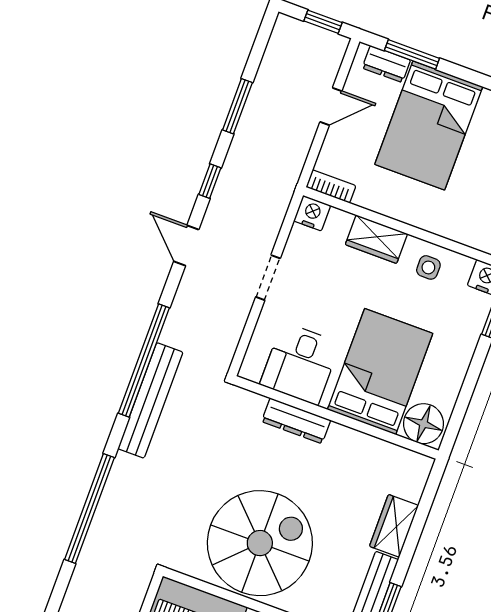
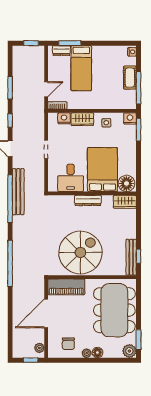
door: (331, 107) -> (46, 89), moved
bed: (429, 126) -> (81, 68), width x0.67
nightstand: (312, 213) -> (64, 118), moved
bench: (150, 400) -> (18, 192), moved
dresser: (296, 421) -> (88, 200), moved
wardrobe: (394, 526) -> (125, 202), moved, turned -90

